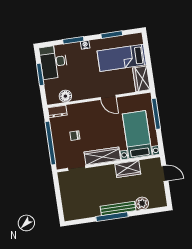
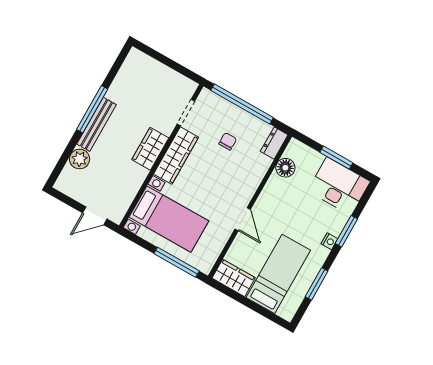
door: (108, 97) -> (243, 219), swing flipped
wardrobe: (128, 169) -> (150, 149), moved

